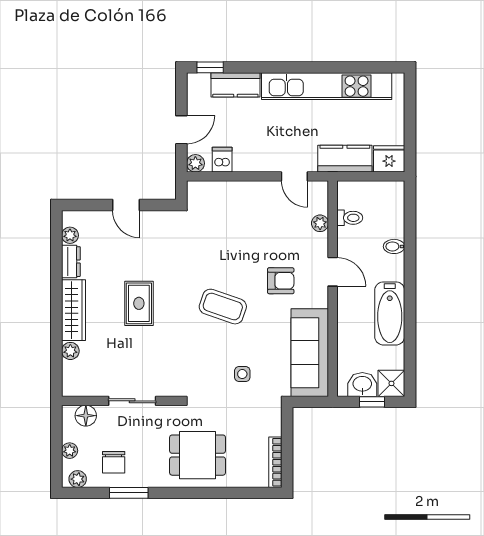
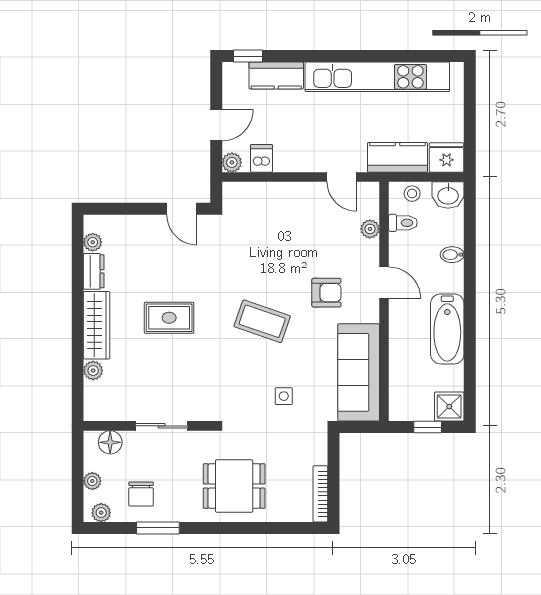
stool: (358, 191) -> (412, 194), added
door: (126, 205) -> (182, 209), moved
rug: (139, 303) -> (169, 318), turned 90
washbasin: (362, 385) -> (448, 195), moved, turned 180

